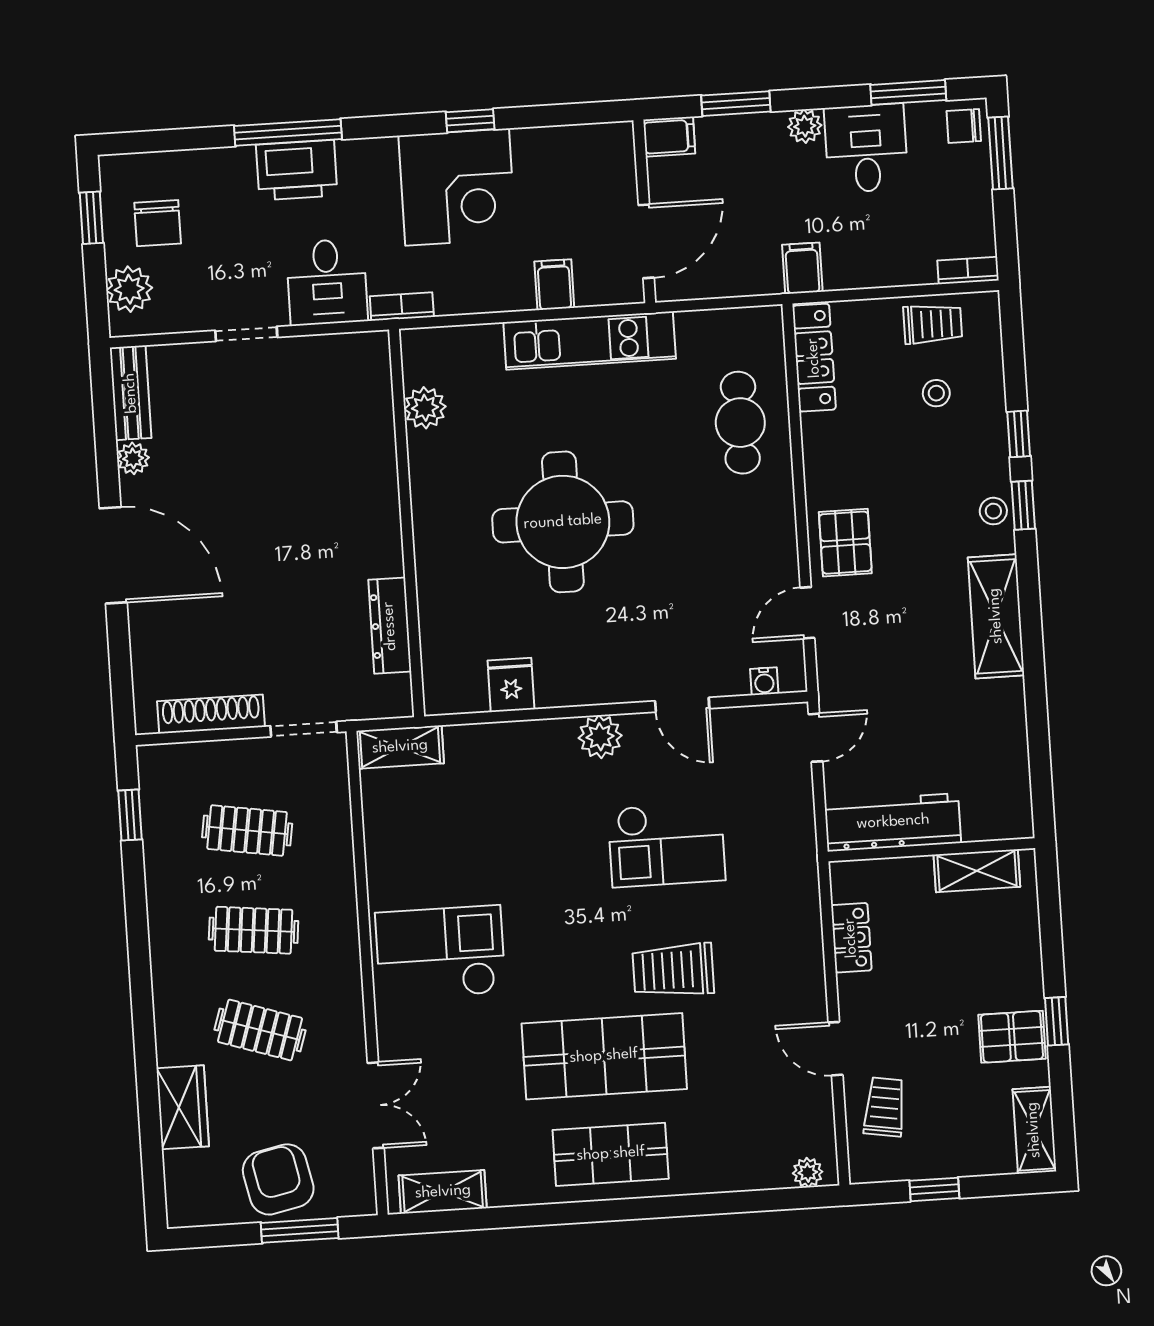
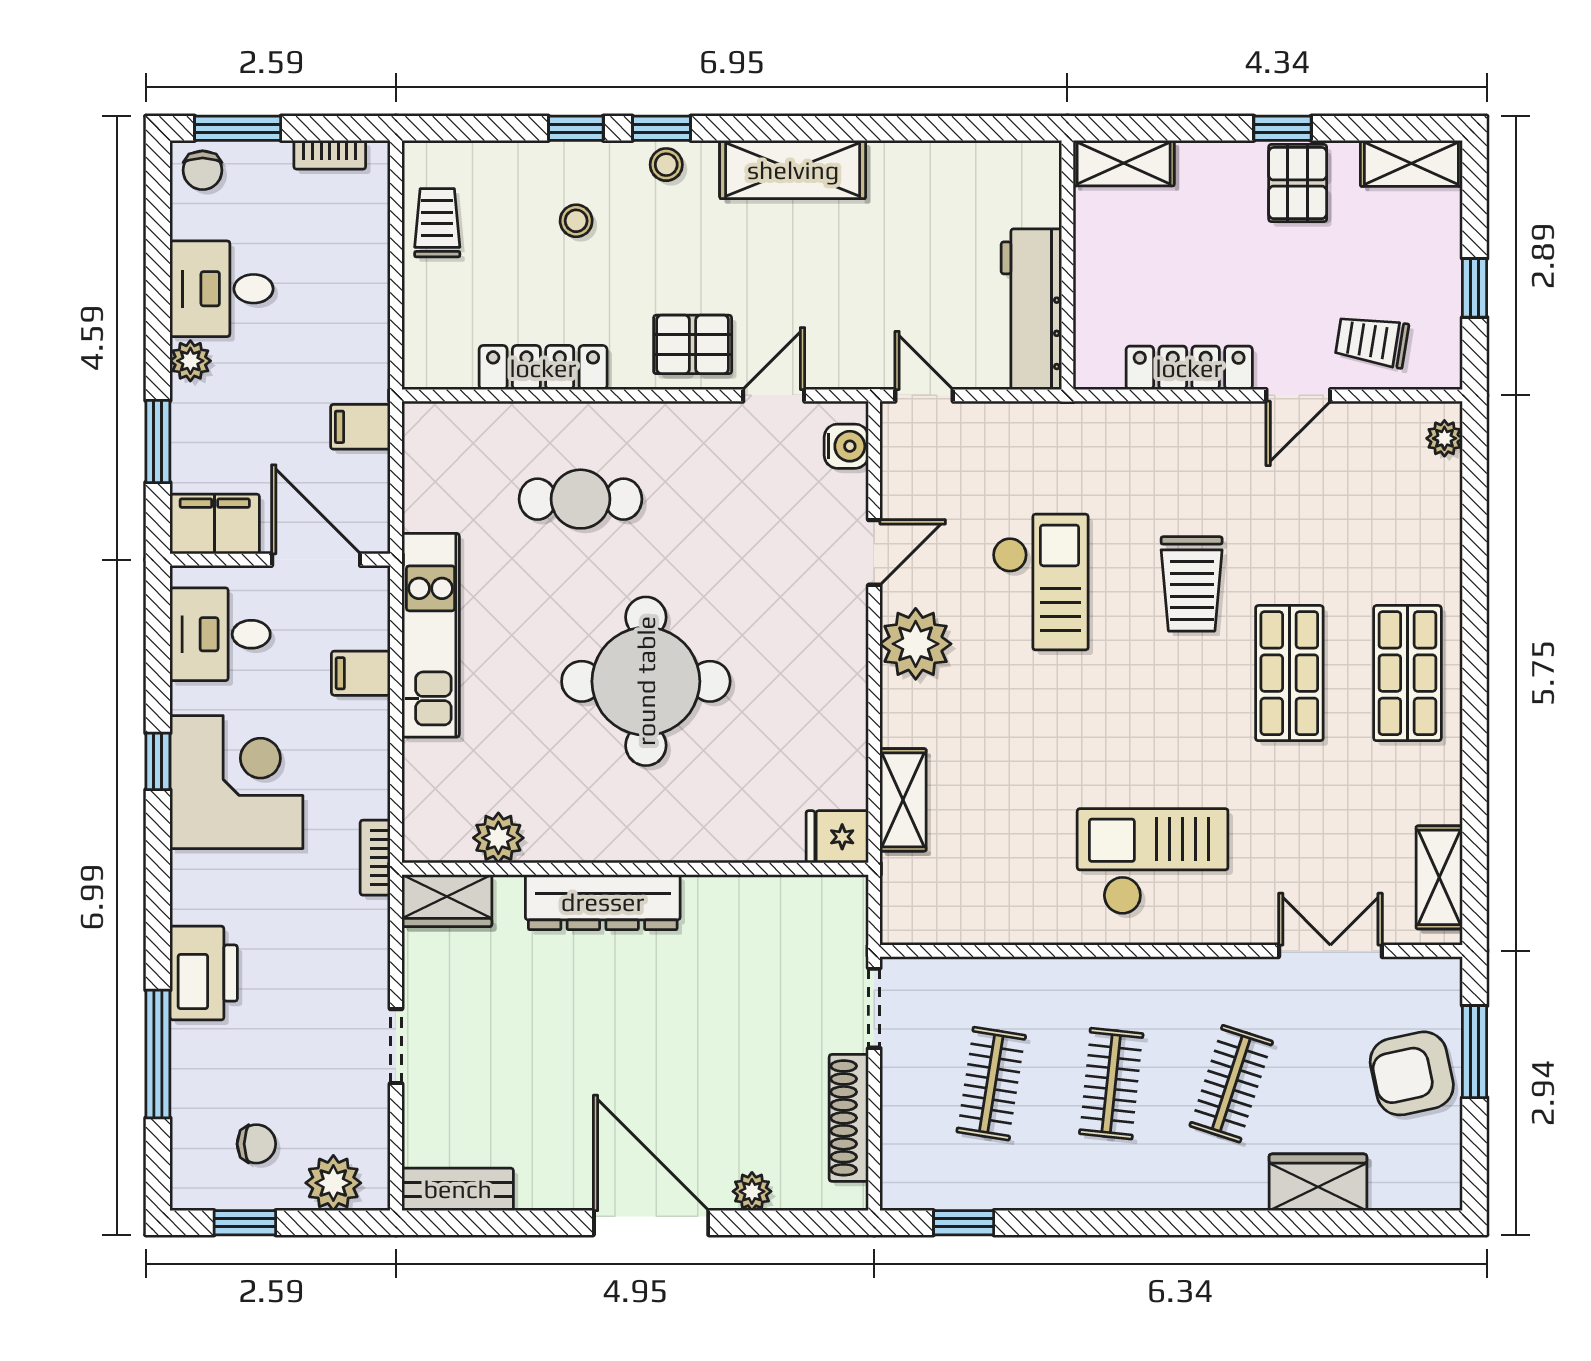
window: (908, 92) -> (158, 234), removed
window: (288, 133) -> (158, 1054), moved
filing cabinet: (669, 137) -> (215, 524), width x2.00
chair: (158, 223) -> (256, 1144), width x0.73, depth x0.73
filing cabinet: (802, 268) -> (360, 427), moved
bookcase: (968, 270) -> (330, 155), moved, turned -90
desk: (327, 282) -> (220, 634), moved, turned 180
locker: (814, 358) -> (543, 368), moved
wardrobe: (370, 368) -> (447, 901), added
stool: (936, 393) -> (576, 221), moved
cafe table: (740, 423) -> (581, 499), moved
plant: (133, 458) -> (752, 1191), moved
door: (113, 555) -> (651, 1223), hinge flipped
door: (807, 613) -> (774, 395), swing flipped
dresser: (390, 626) -> (603, 902), moved, width x1.37, depth x1.24
water cooler: (764, 681) -> (846, 446), width x1.38, depth x1.38
fridge: (511, 685) -> (837, 837), moved
plant: (600, 737) -> (916, 644), width x1.36, depth x1.36
shelving: (400, 747) -> (903, 800), moved
shelving: (977, 871) -> (1124, 163), moved, turned 90
locker: (851, 938) -> (1189, 368), width x1.53
checkout: (440, 953) -> (1153, 861), turned 90
shop shelf: (604, 1056) -> (1289, 673), width x0.70, depth x0.74

